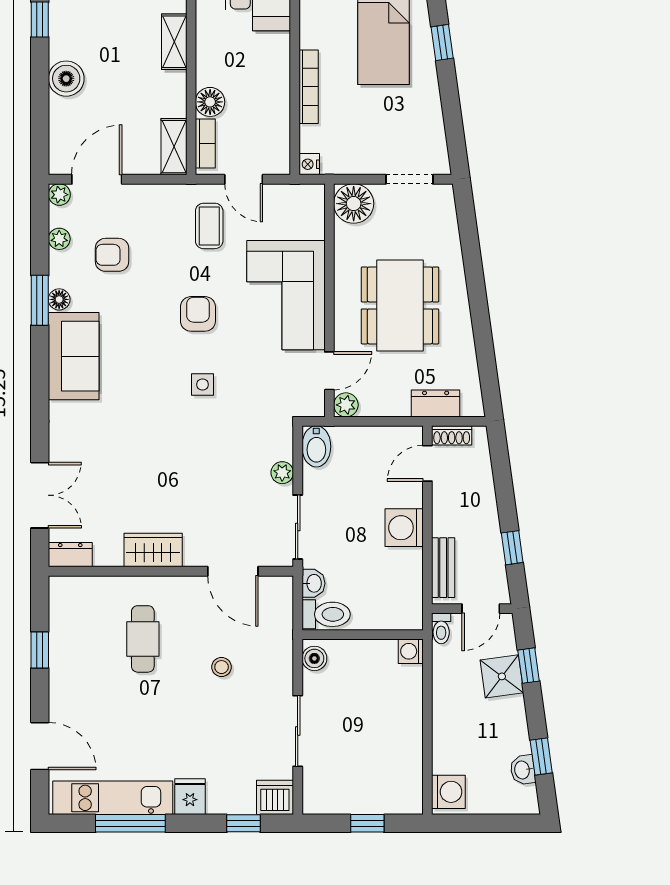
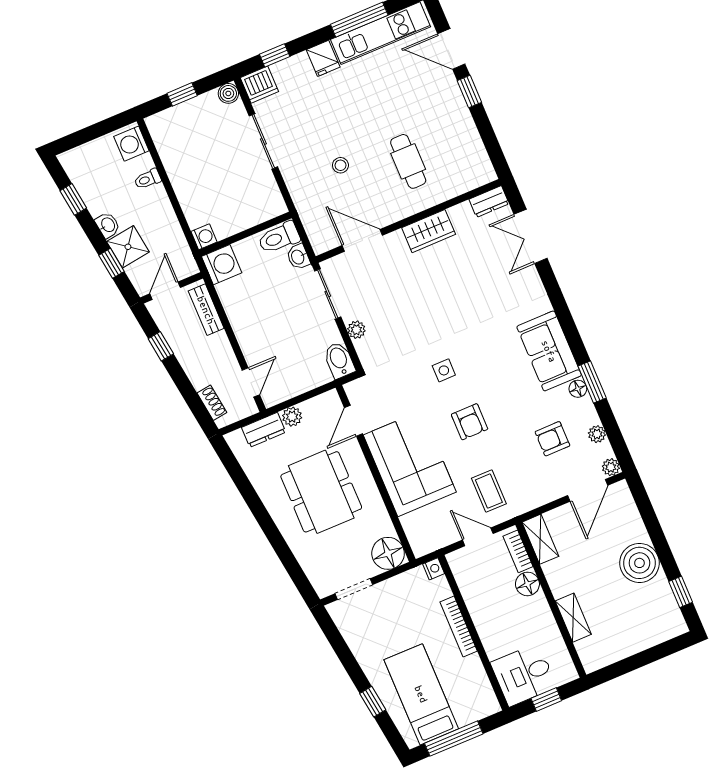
boiler: (66, 79) -> (639, 563), width x1.37, depth x1.37
armchair: (112, 255) -> (552, 439), turned 180
plant: (346, 405) -> (292, 417), moved
shoe rack: (452, 435) -> (212, 403), moved, turned 82
washing machine: (404, 528) -> (222, 265), moved
toilet: (441, 628) -> (148, 179), moved, turned -90
window: (40, 650) -> (469, 92), moved
boiler: (314, 658) -> (228, 93), moved
washbasin: (523, 770) -> (108, 225), moved

